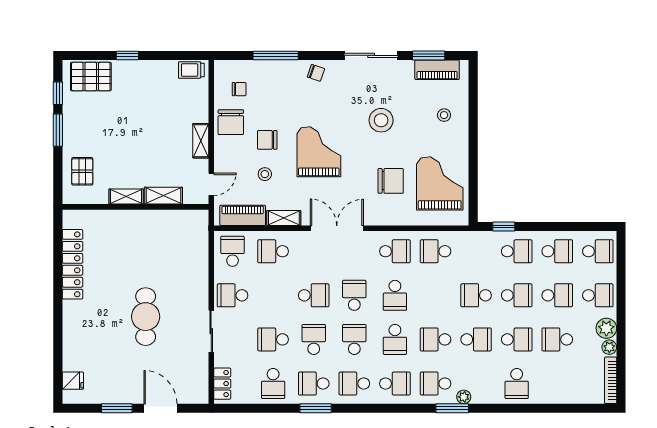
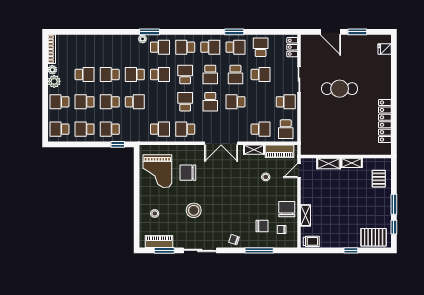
chair: (267, 140) -> (262, 226), moved
shelving: (201, 141) -> (305, 215), moved
grand piano: (319, 152) -> (232, 191), removed
cafe table: (146, 317) -> (340, 89), turned 90
school desk: (517, 384) -> (110, 47), removed

